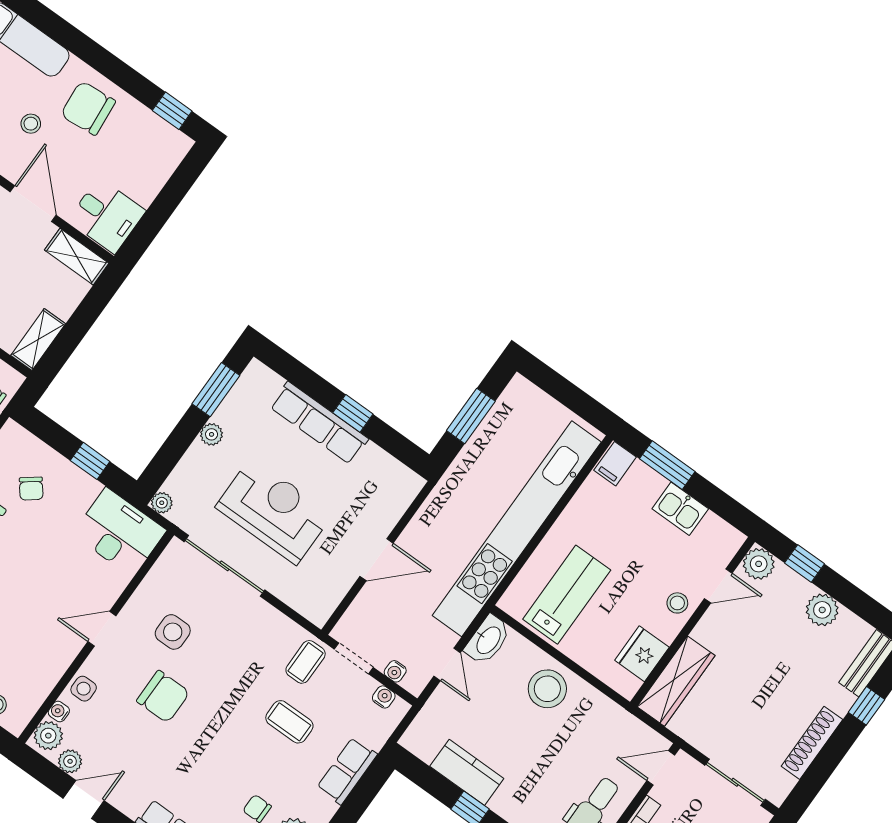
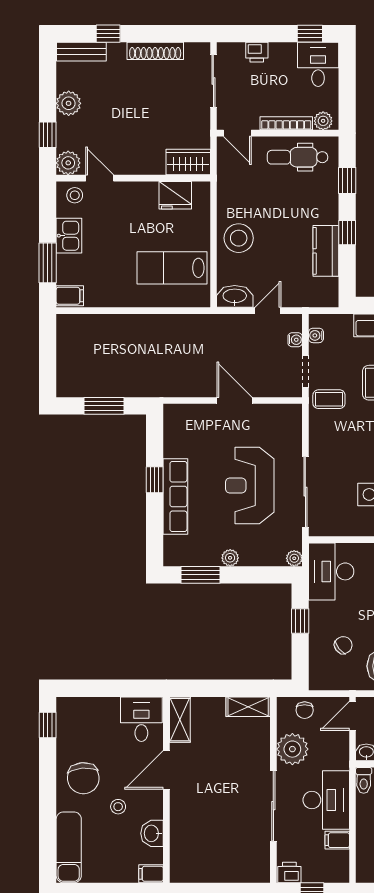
kitchen unit: (517, 529) -> (153, 328), removed
stool: (677, 603) -> (75, 195), moved
wardrobe: (676, 681) -> (188, 162), width x0.67

